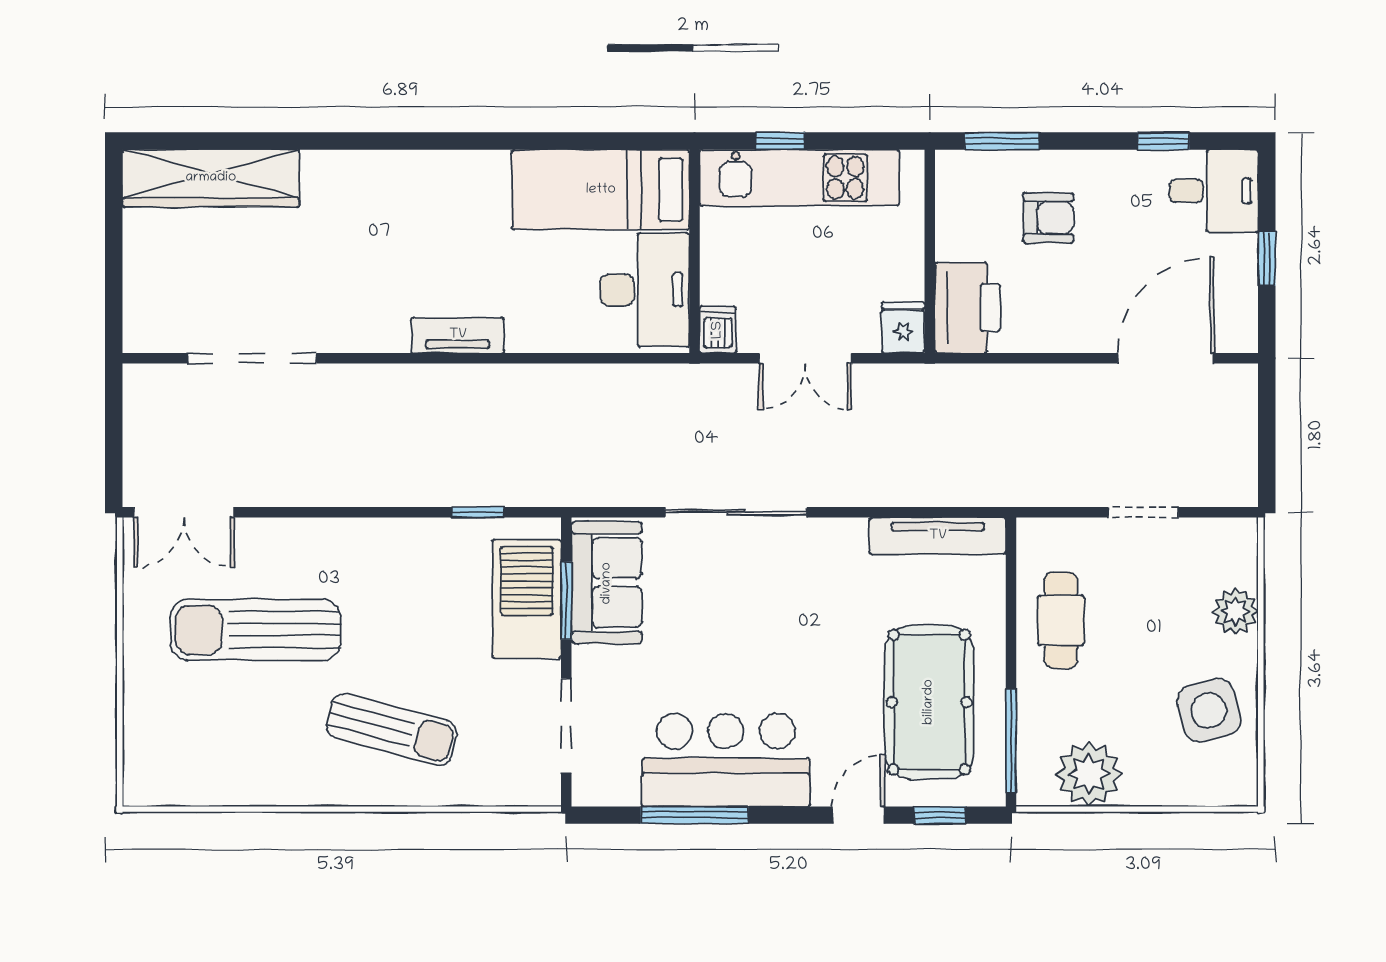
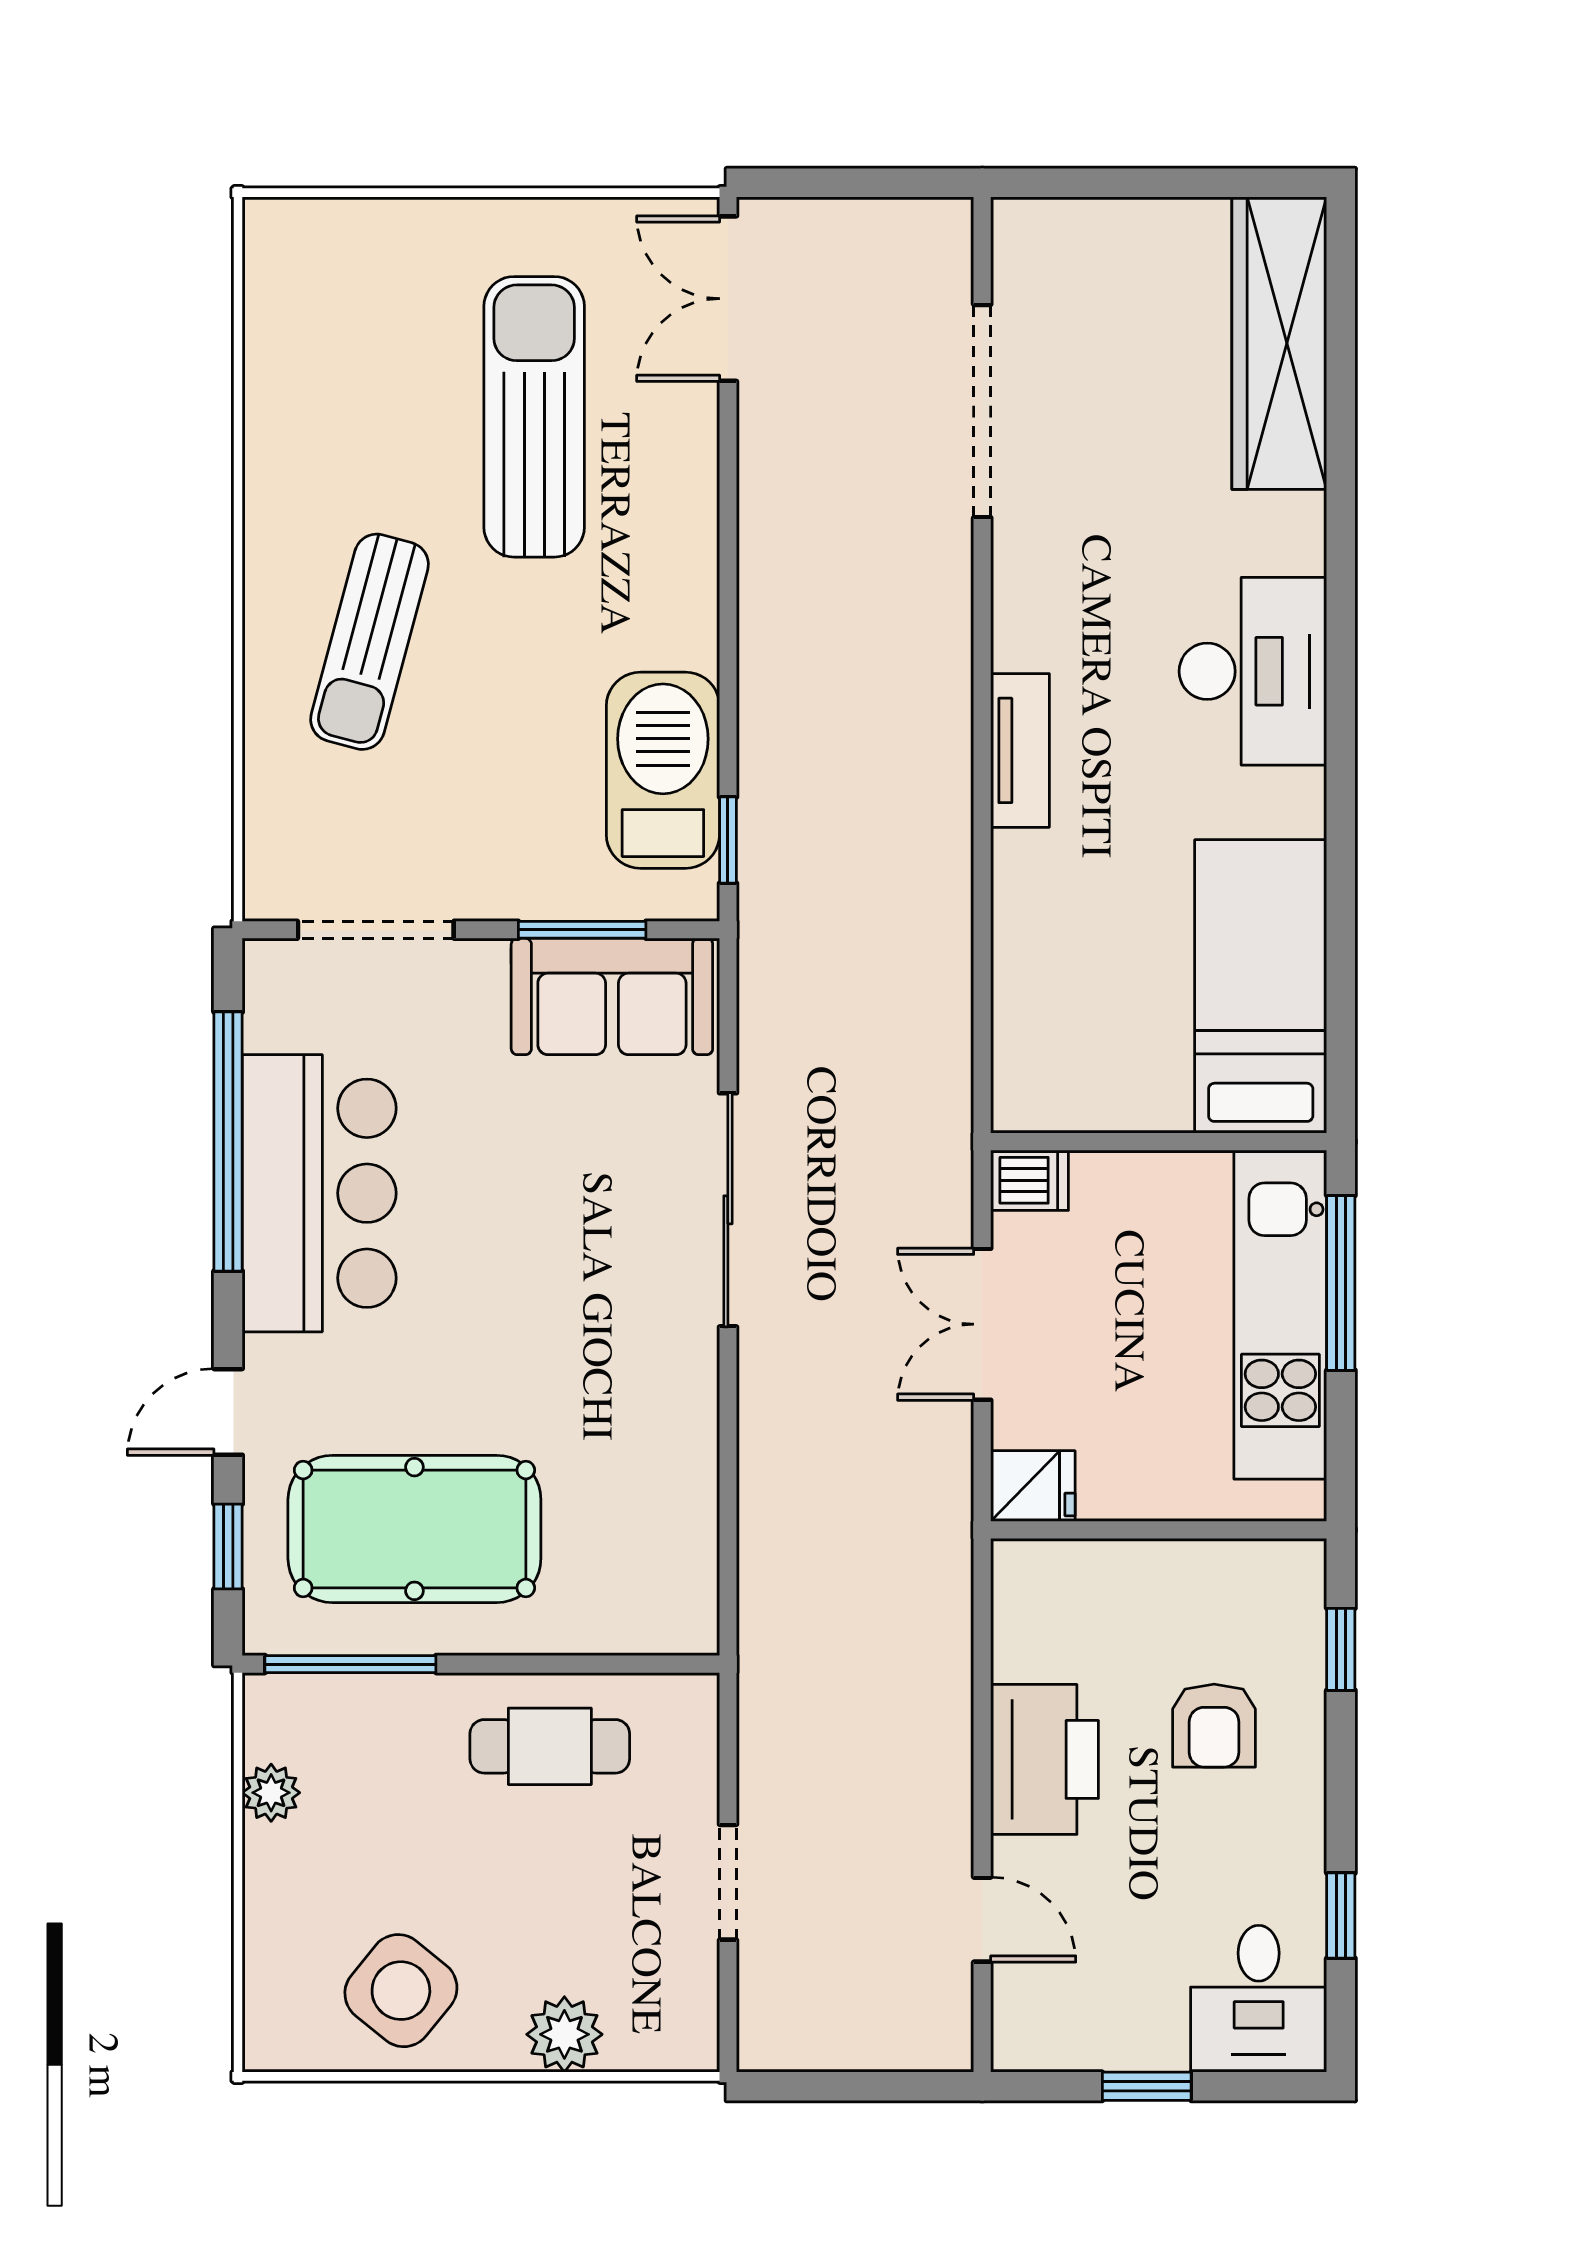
window: (780, 141) -> (1341, 1283), width x2.17
window: (1002, 141) -> (1341, 1649), width x0.67
desk: (645, 290) -> (1253, 671), moved, turned -90
printer: (968, 308) -> (1045, 1759), moved, turned -90
door: (1166, 358) -> (982, 1920), width x0.53
window: (477, 512) -> (728, 840), moved
tv unit: (938, 536) -> (689, 1543), removed
barbecue: (527, 599) -> (663, 770), moved, turned -90
side table: (1209, 710) -> (401, 1991), turned -37
plant: (1089, 774) -> (271, 1793), width x0.53, depth x0.53
window: (694, 815) -> (228, 1141), width x1.46
door: (858, 815) -> (228, 1412), swing flipped

